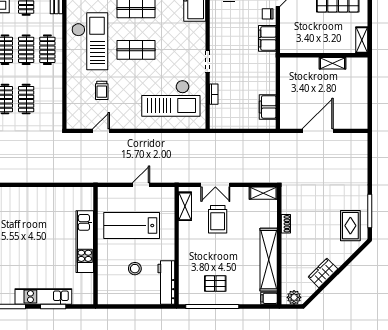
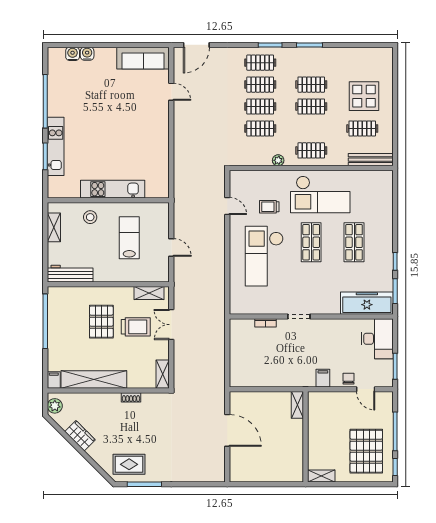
filing cabinet: (267, 38) -> (323, 378), width x0.50
clothes rail: (26, 50) -> (311, 128), removed
shelving: (332, 63) -> (297, 405), moved
plant: (57, 82) -> (278, 160), added
checkout: (171, 98) -> (264, 256), moved
filing cabinet: (268, 107) -> (252, 379), removed
trolley: (218, 219) -> (136, 327), turned 180
lab bench: (132, 226) -> (129, 238), width x0.73, depth x0.72
stool: (135, 269) -> (90, 217), moved
pallet: (215, 283) -> (101, 322), moved, width x1.50, depth x1.42
shelving: (122, 298) -> (54, 227), added

